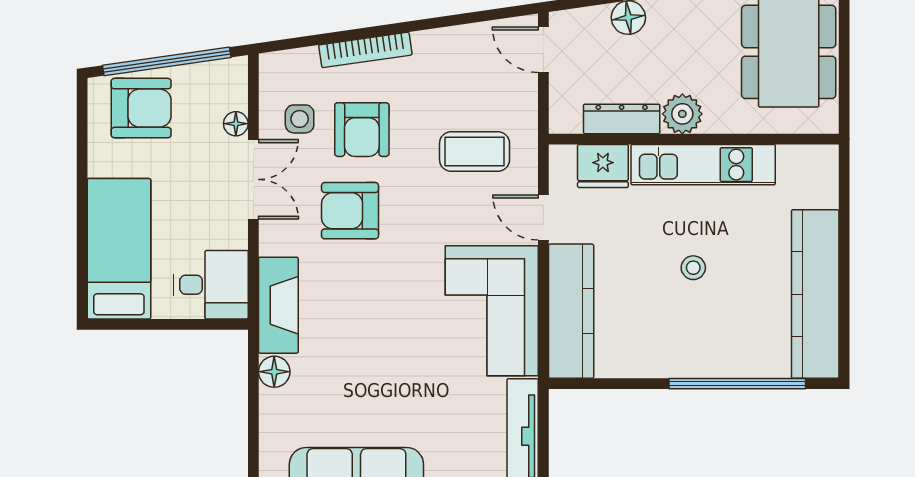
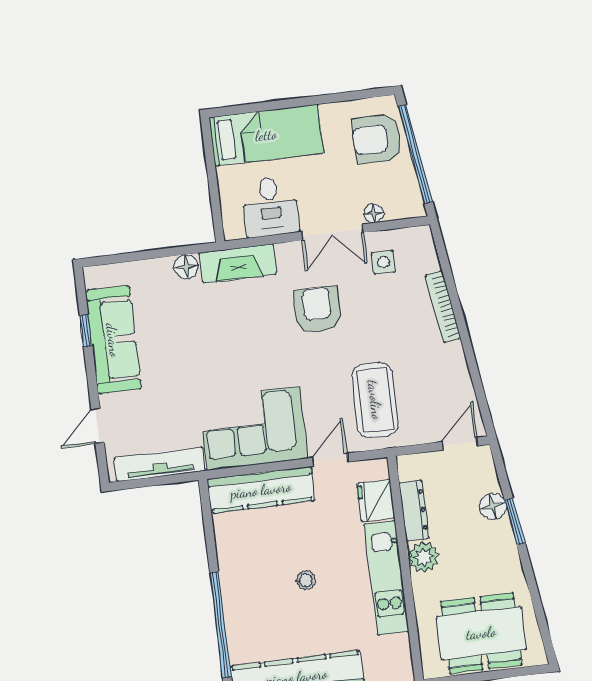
armchair: (141, 108) -> (377, 139), turned 90
armchair: (362, 130) -> (381, 311), removed
coffee table: (475, 151) -> (375, 400), width x1.36, depth x1.32
desk: (211, 285) -> (270, 207), moved

